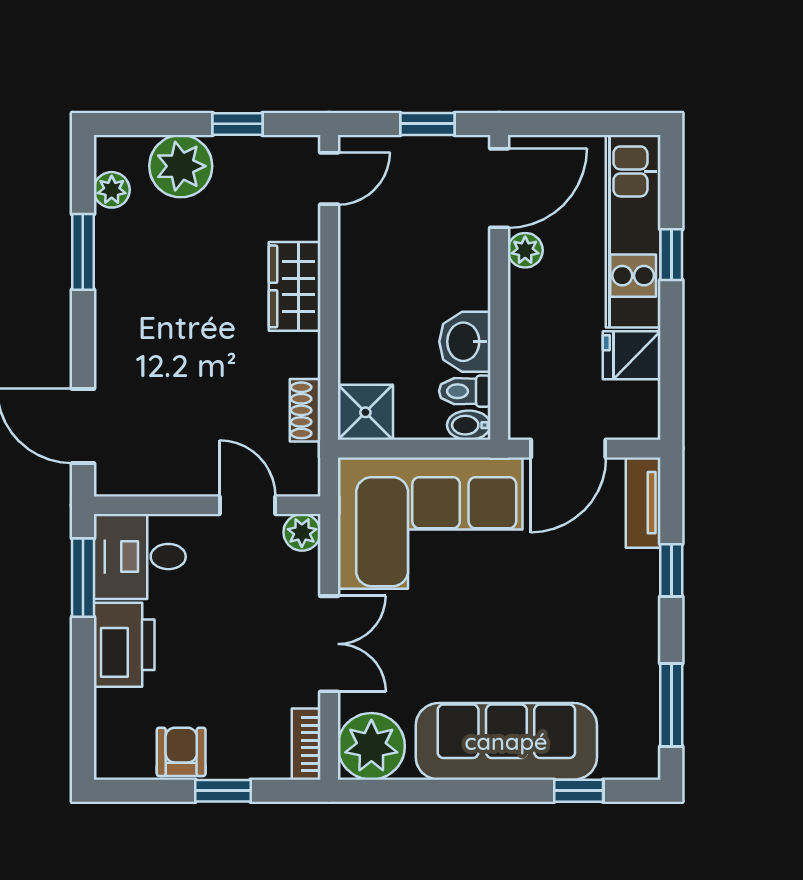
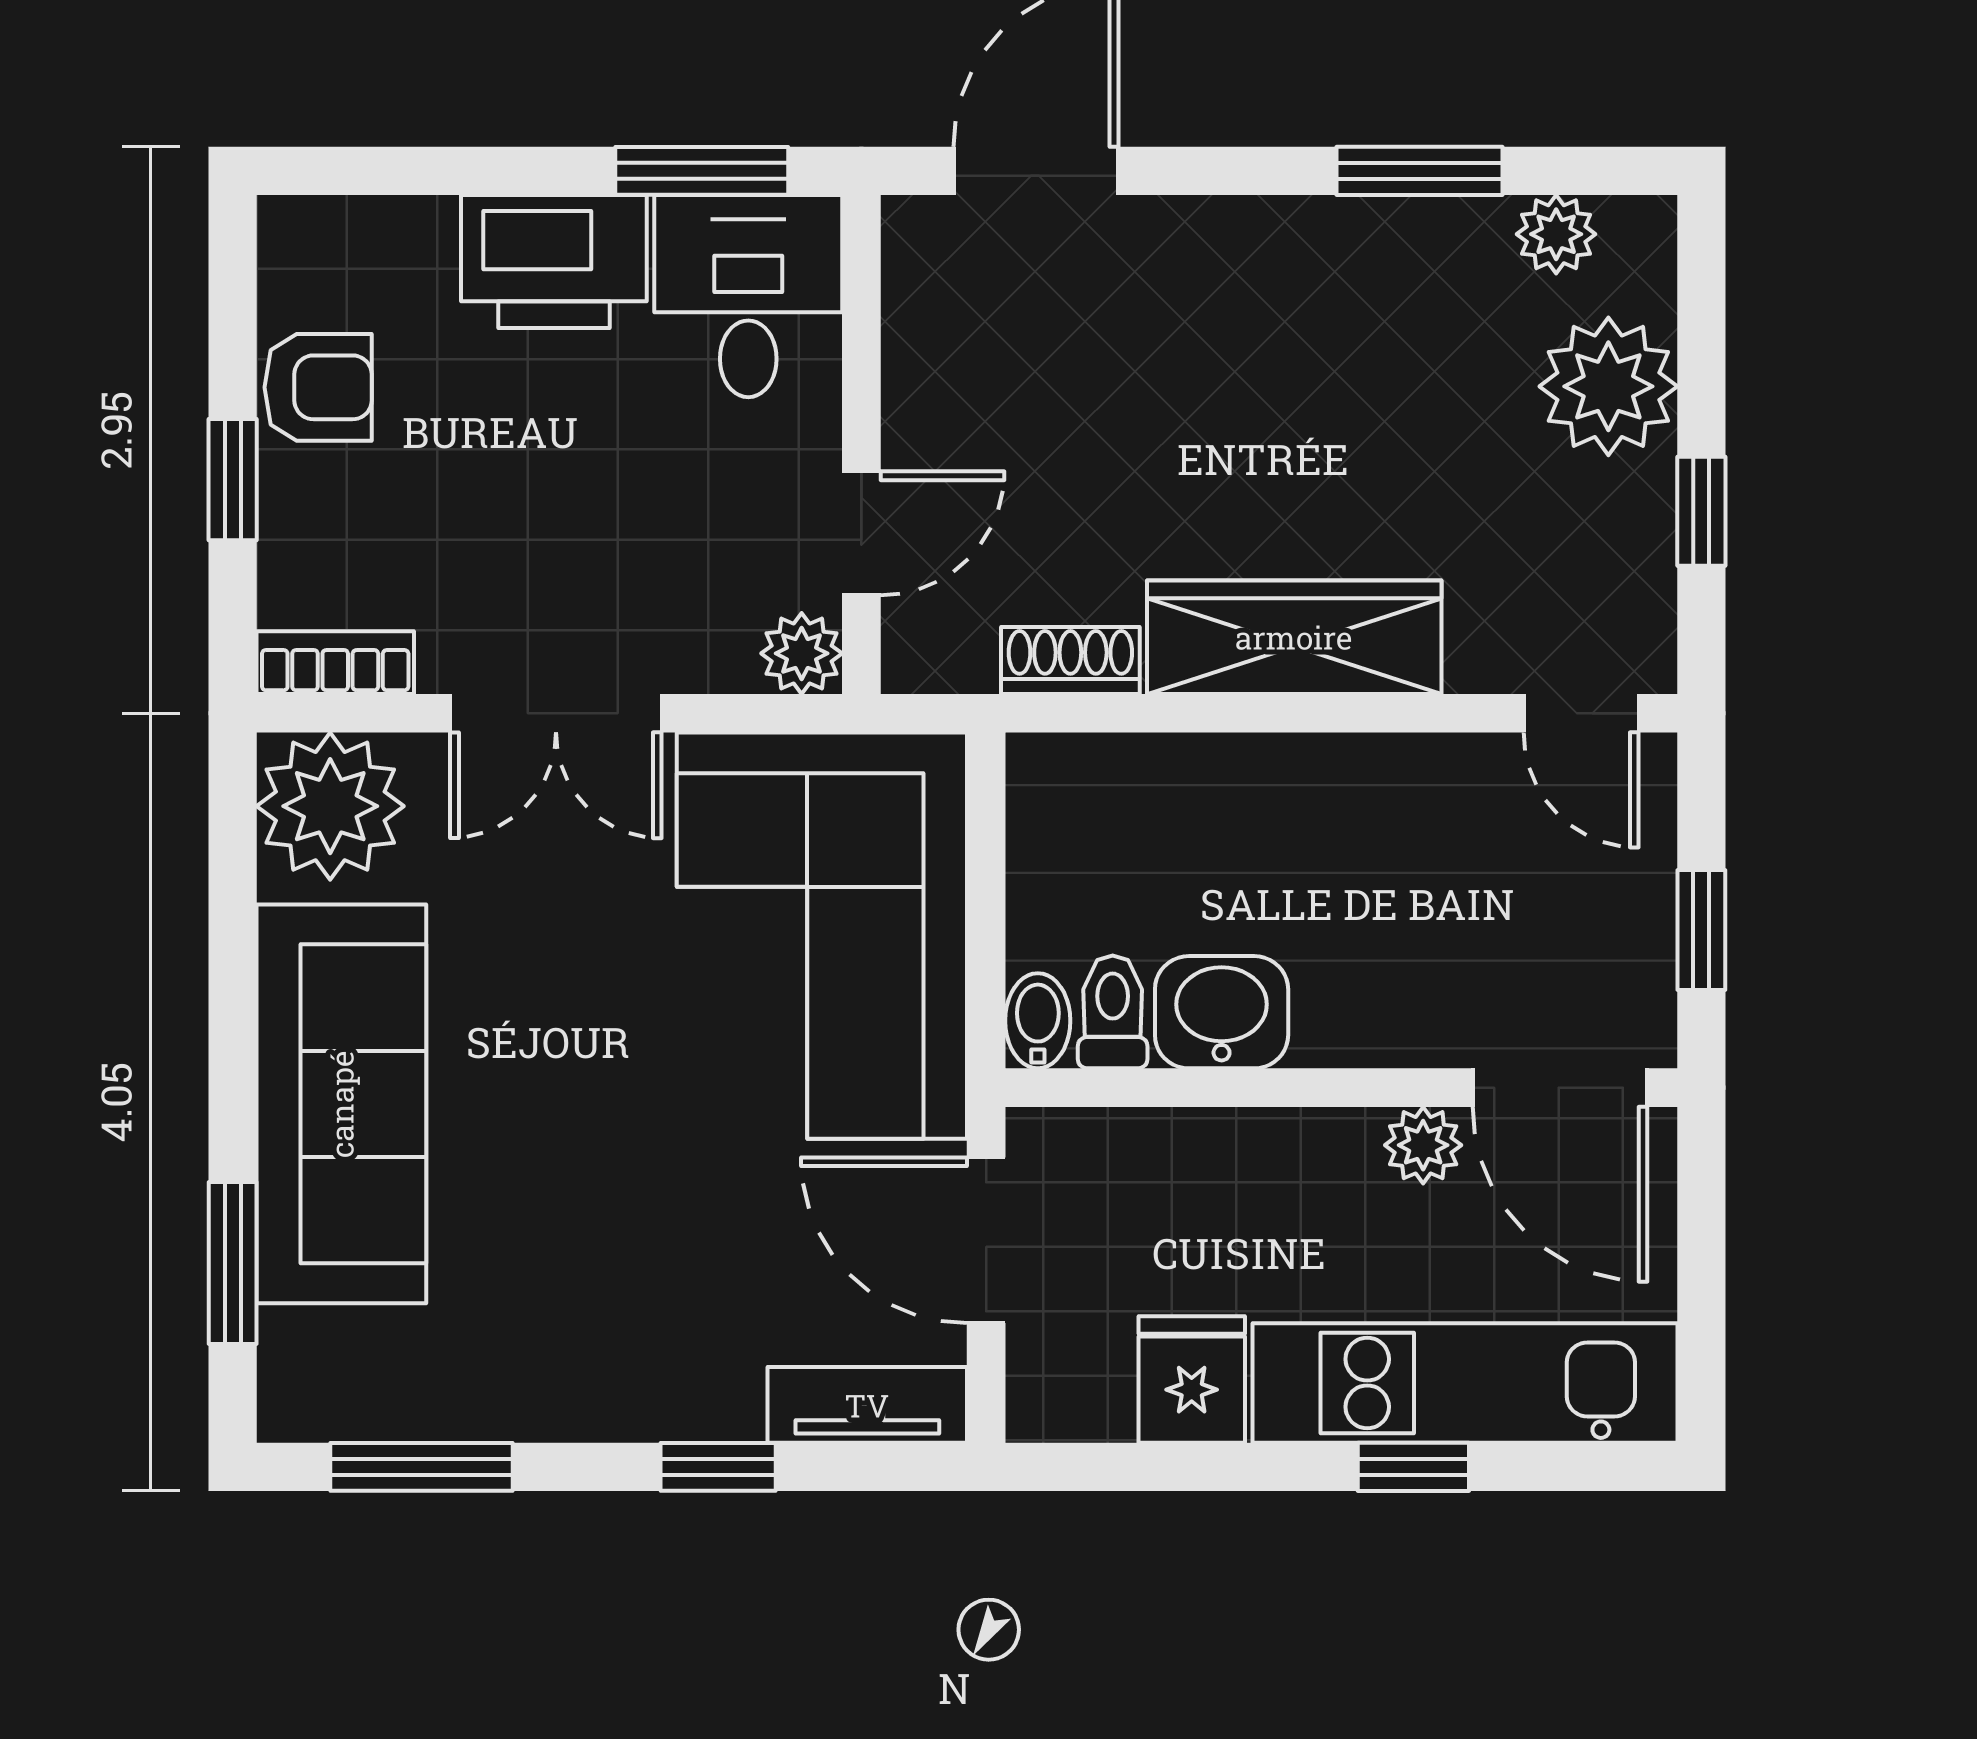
wardrobe: (295, 286) -> (1294, 637), width x1.50
shower: (365, 412) -> (1066, 793), removed
window: (579, 791) -> (233, 1263), width x1.50

